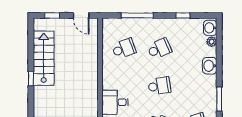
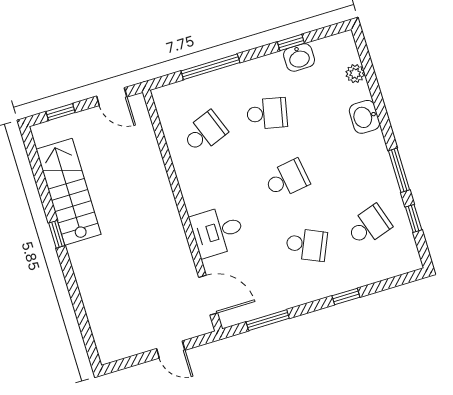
washbasin: (210, 28) -> (299, 57), moved, turned -90
school desk: (159, 49) -> (267, 114), turned 36

